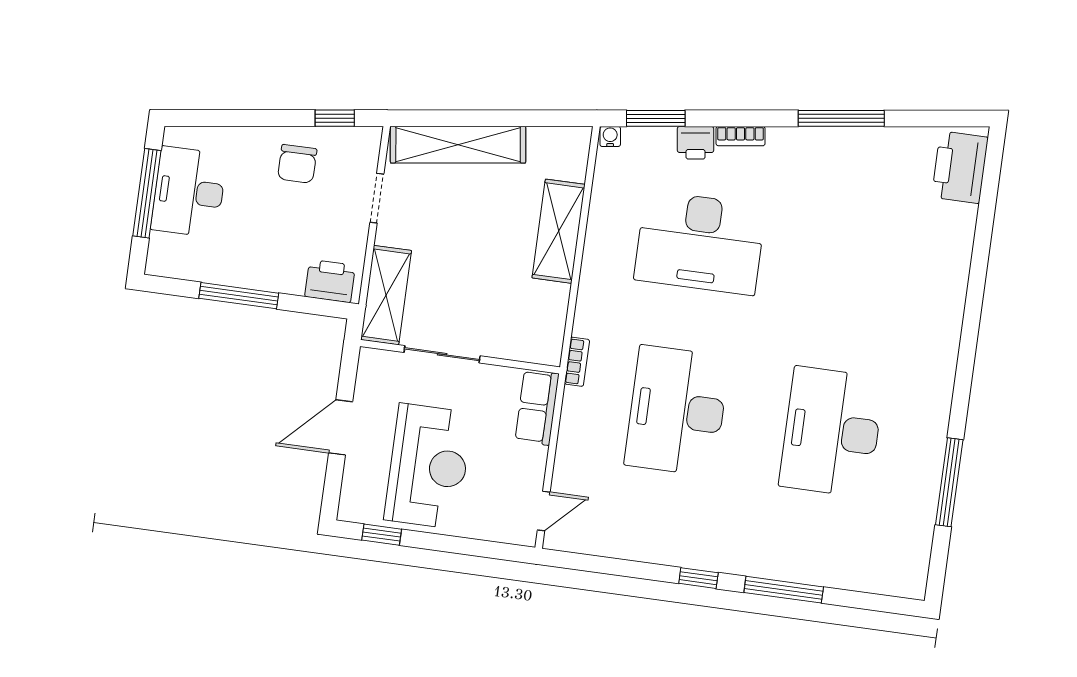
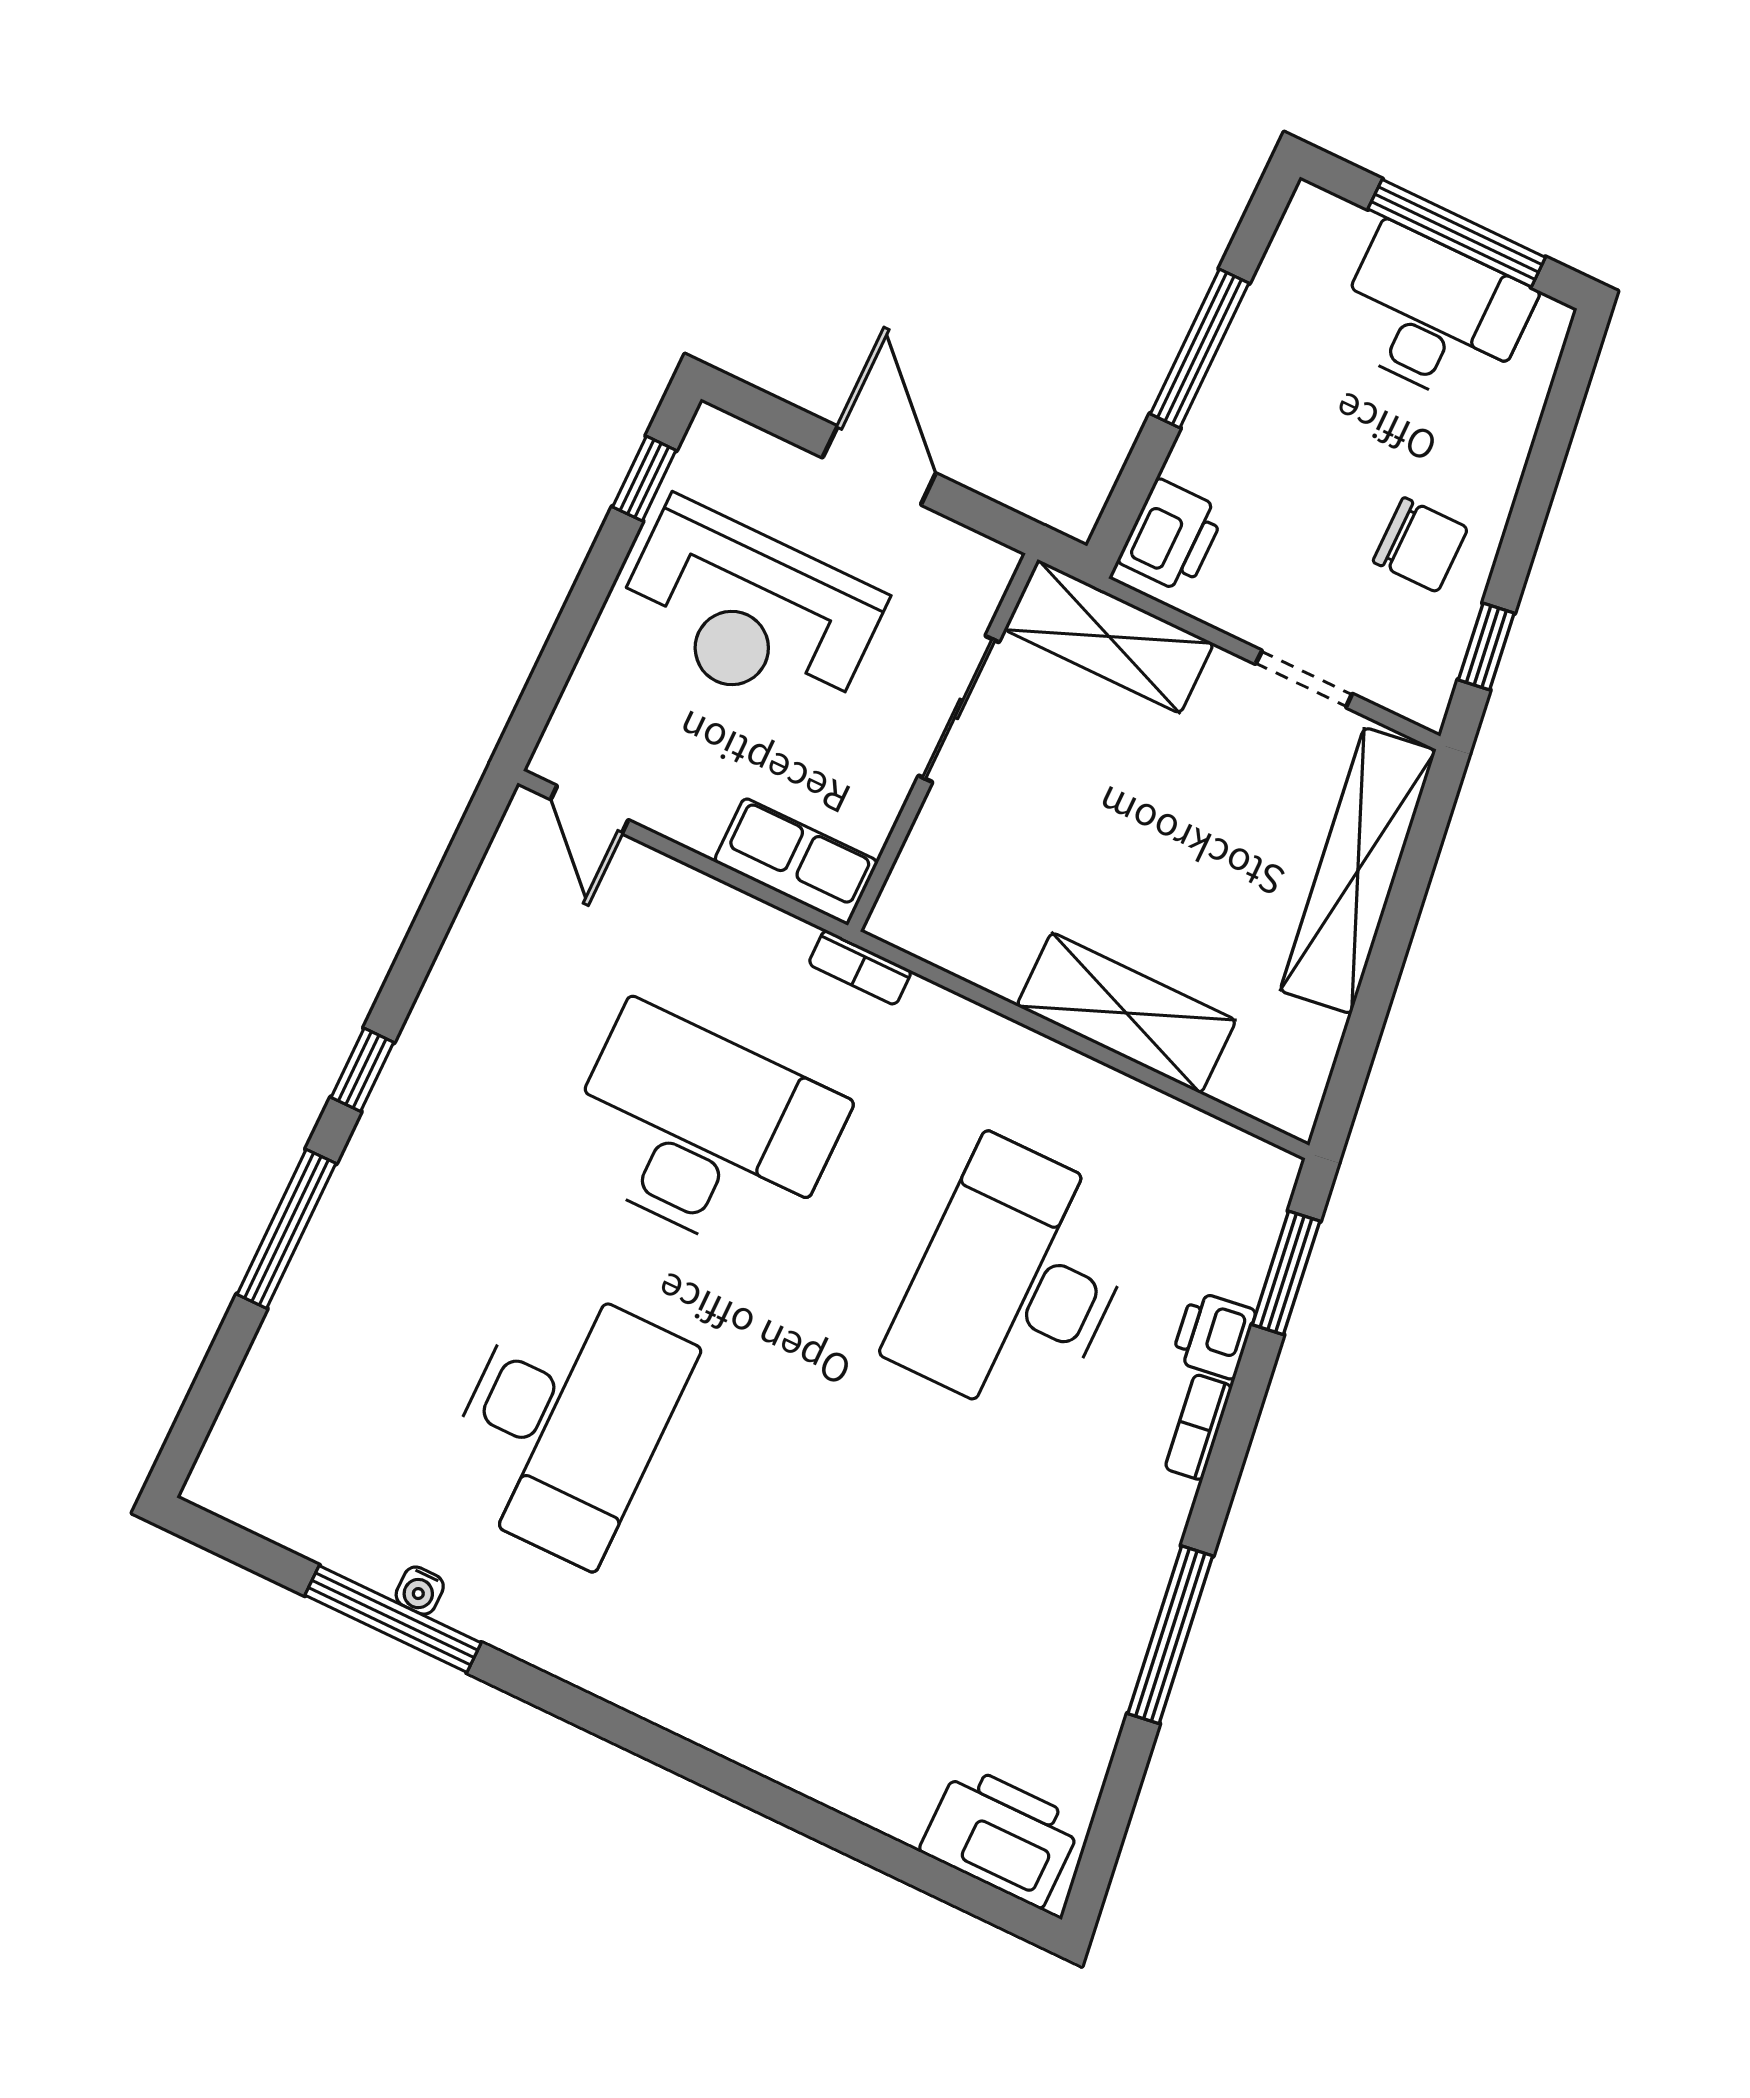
water cooler: (610, 136) -> (420, 1591), moved, turned 98
chair: (297, 164) -> (1420, 545), turned 180
desk: (832, 432) -> (565, 1421), turned 90

